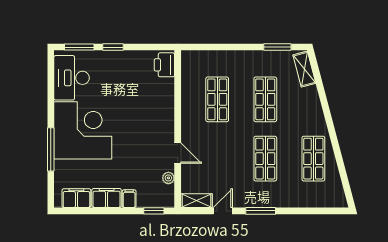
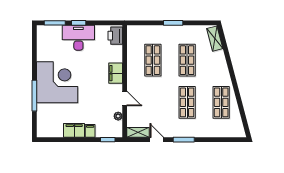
window: (277, 47) -> (173, 23), moved
desk: (72, 78) -> (78, 38), moved, turned 90
filing cabinet: (76, 198) -> (116, 73), moved, turned -90
door: (223, 211) -> (157, 140), hinge flipped

